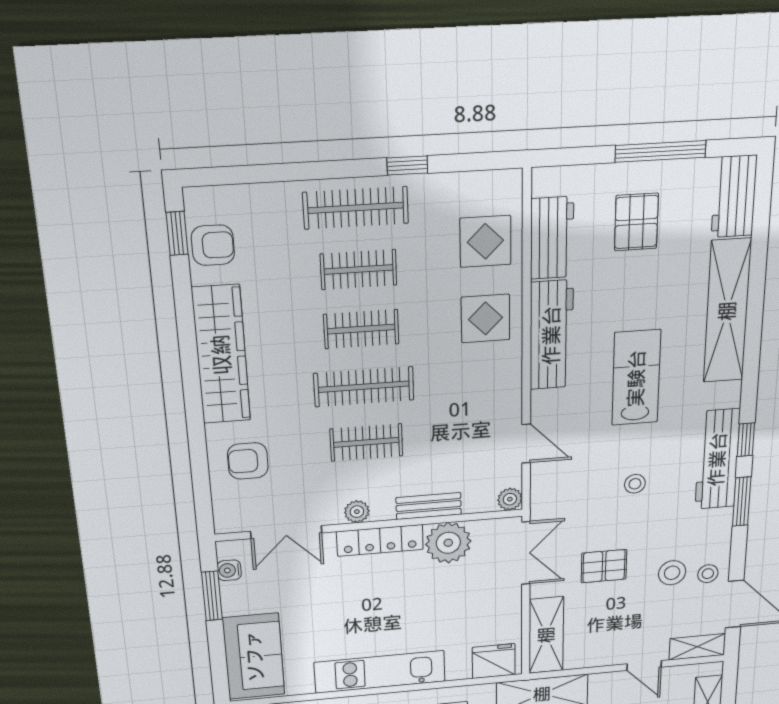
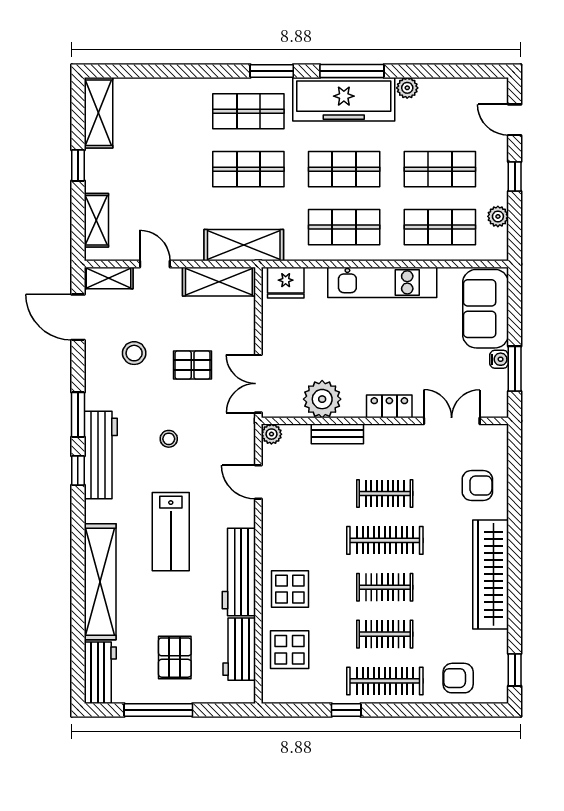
armchair: (213, 245) -> (458, 678), moved
plant: (357, 512) -> (395, 434), removed
locker: (380, 540) -> (389, 406), width x0.66
water cooler: (229, 570) -> (499, 359), moved
stool: (708, 574) -> (103, 349), removed
shelving: (546, 635) -> (219, 282), moved, turned 90

